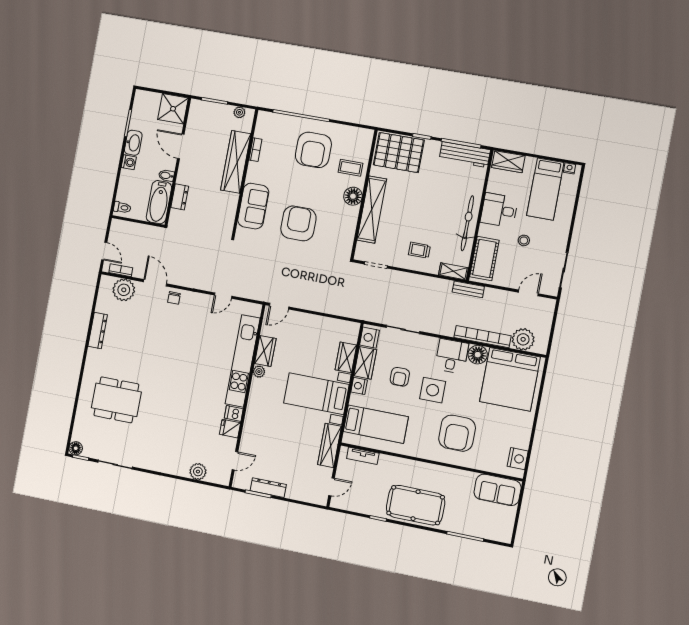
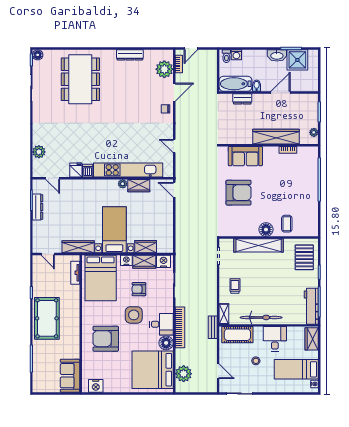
shower: (173, 109) -> (297, 60), moved
armchair: (313, 150) -> (295, 194), removed
pallet: (399, 153) -> (304, 257), width x0.73, depth x0.71
washing machine: (129, 162) -> (236, 55), moved
bookcase: (482, 337) -> (180, 327), moved
dining table: (116, 400) -> (80, 79), width x1.36, depth x1.24
bed: (376, 424) -> (101, 278), width x1.50

